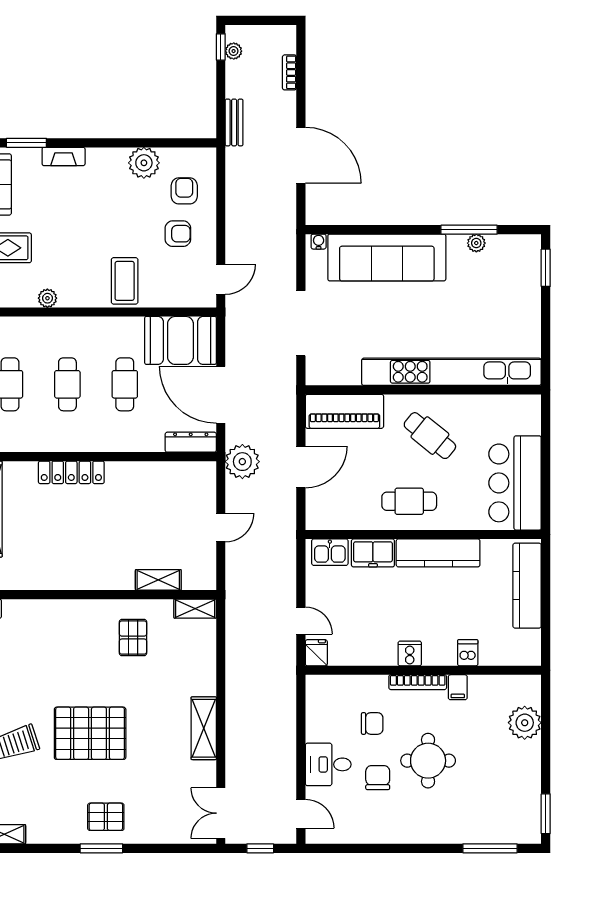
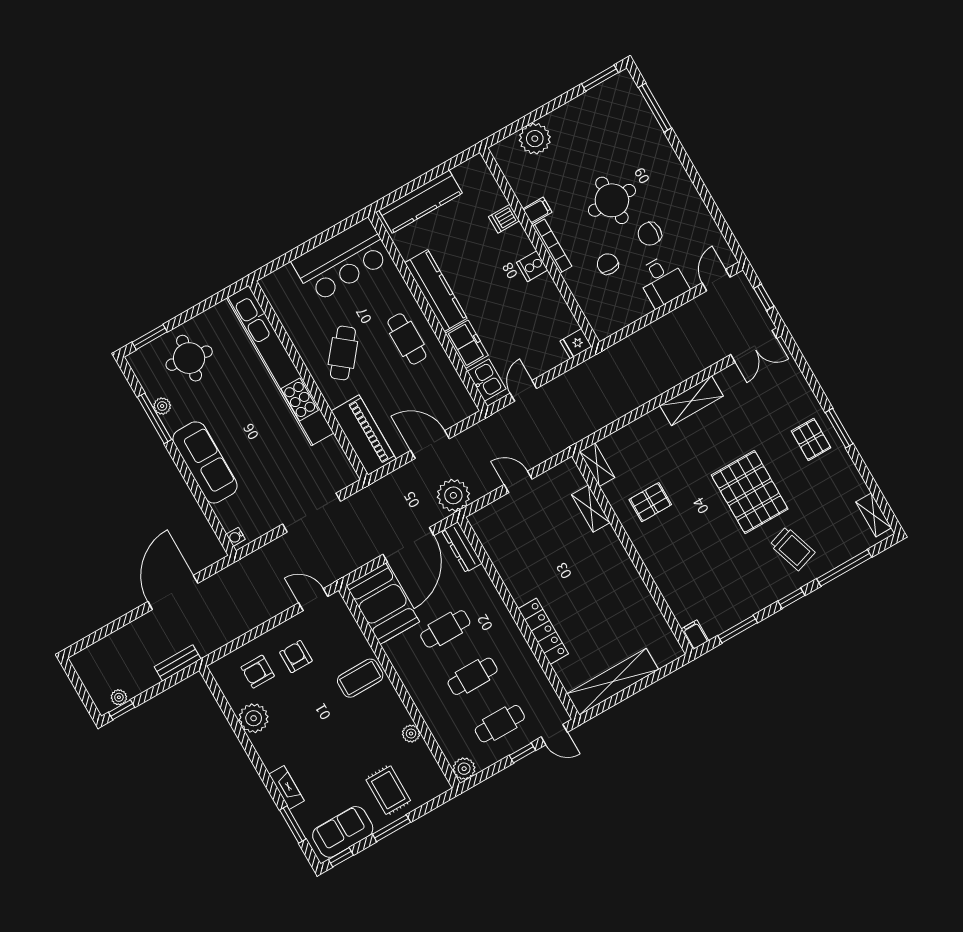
bookcase: (289, 72) -> (110, 641), removed
sofa: (387, 257) -> (205, 462), width x0.74, depth x0.79
round table: (506, 293) -> (189, 358), added
door: (301, 621) -> (523, 391), moved

